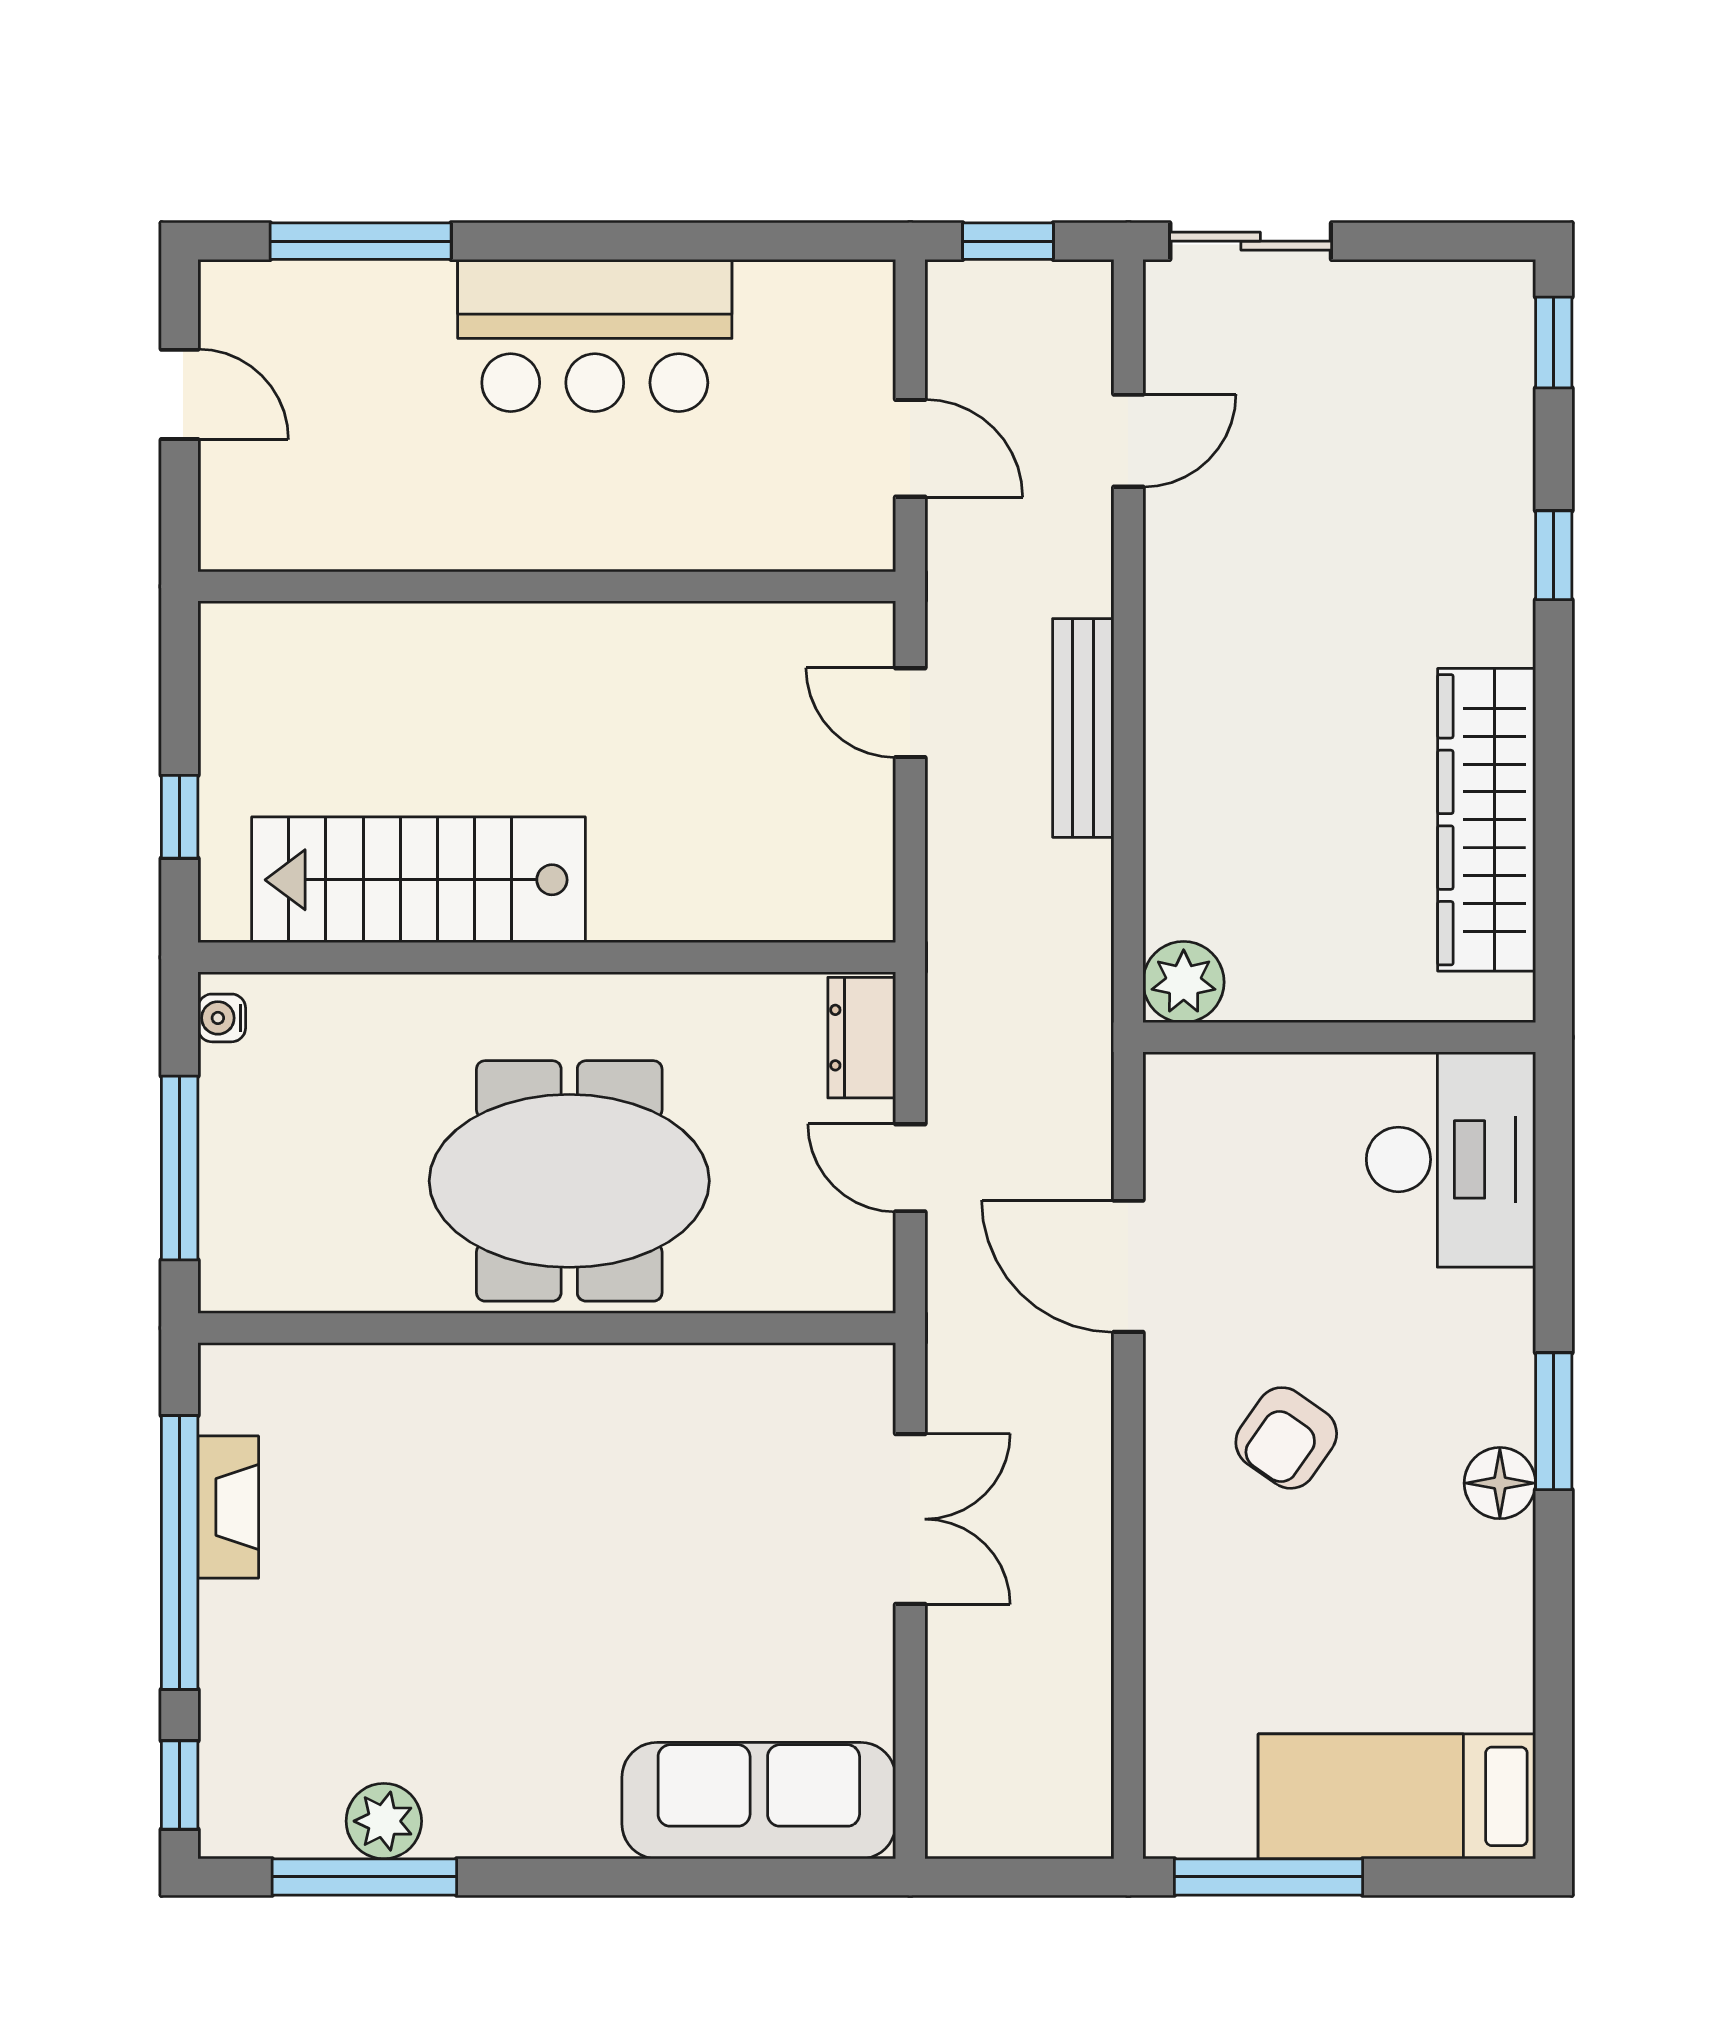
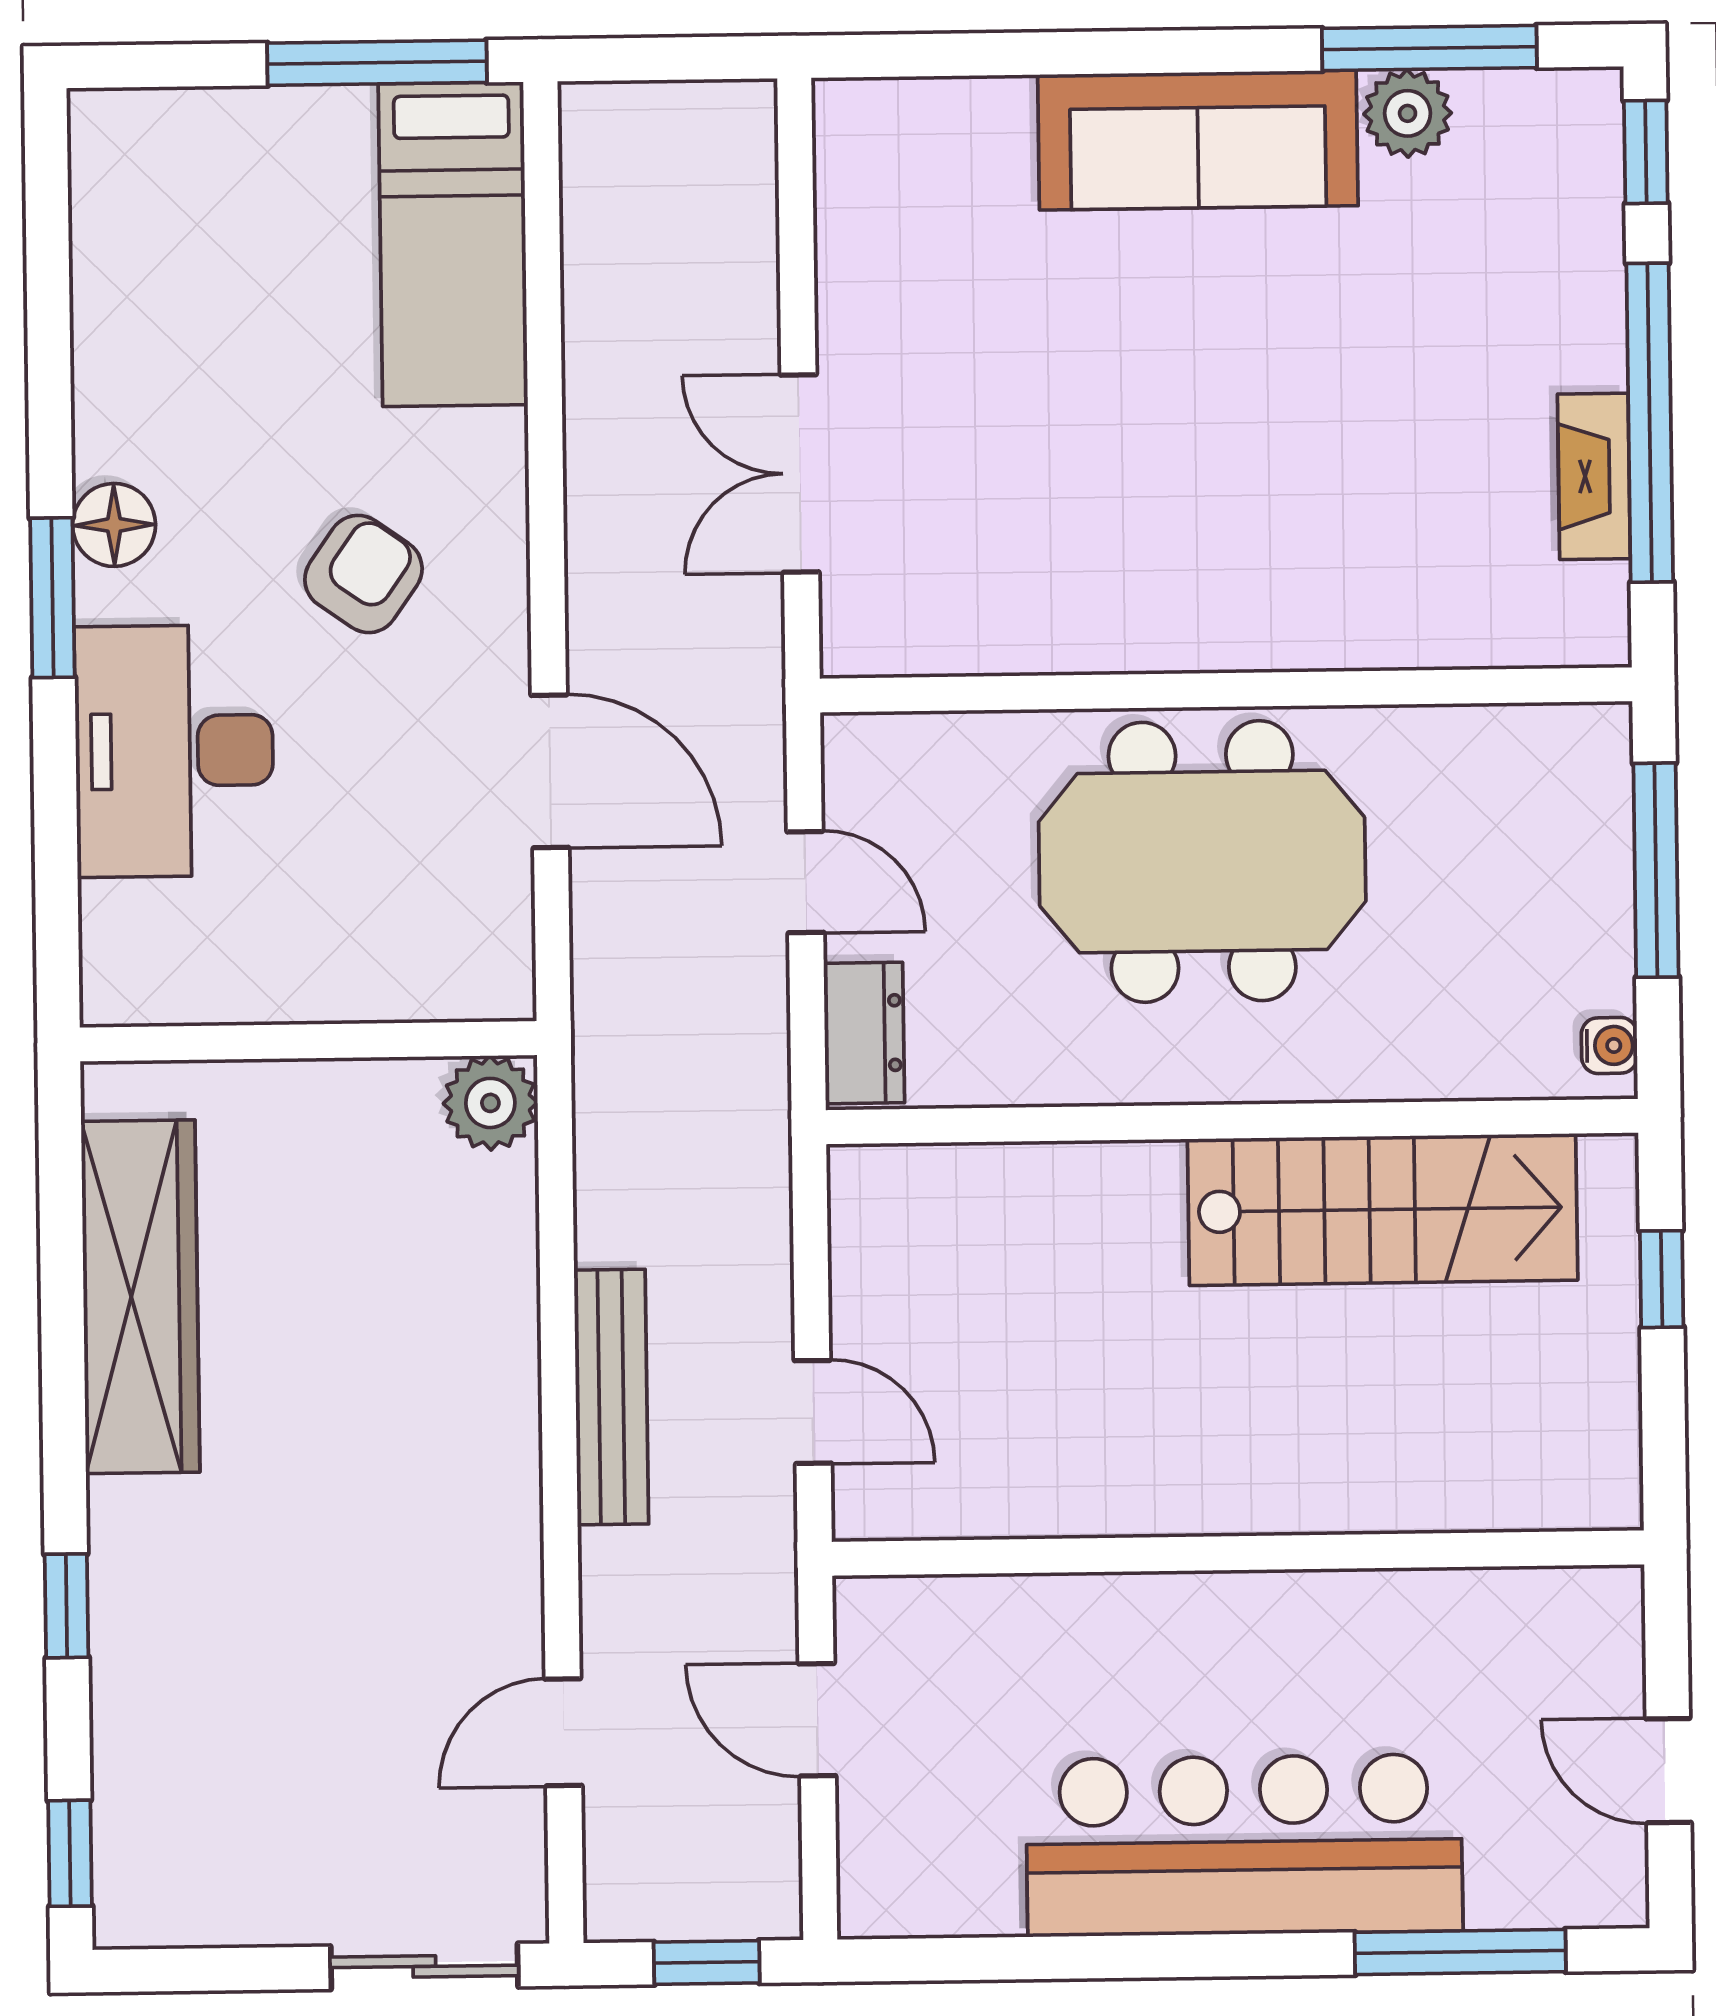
bar counter: (595, 335) -> (1244, 1845), width x1.36
desk: (1451, 1159) -> (174, 751), moved
bed: (1397, 1796) -> (453, 244), moved, turned 90
sofa: (759, 1801) -> (1198, 140), moved

